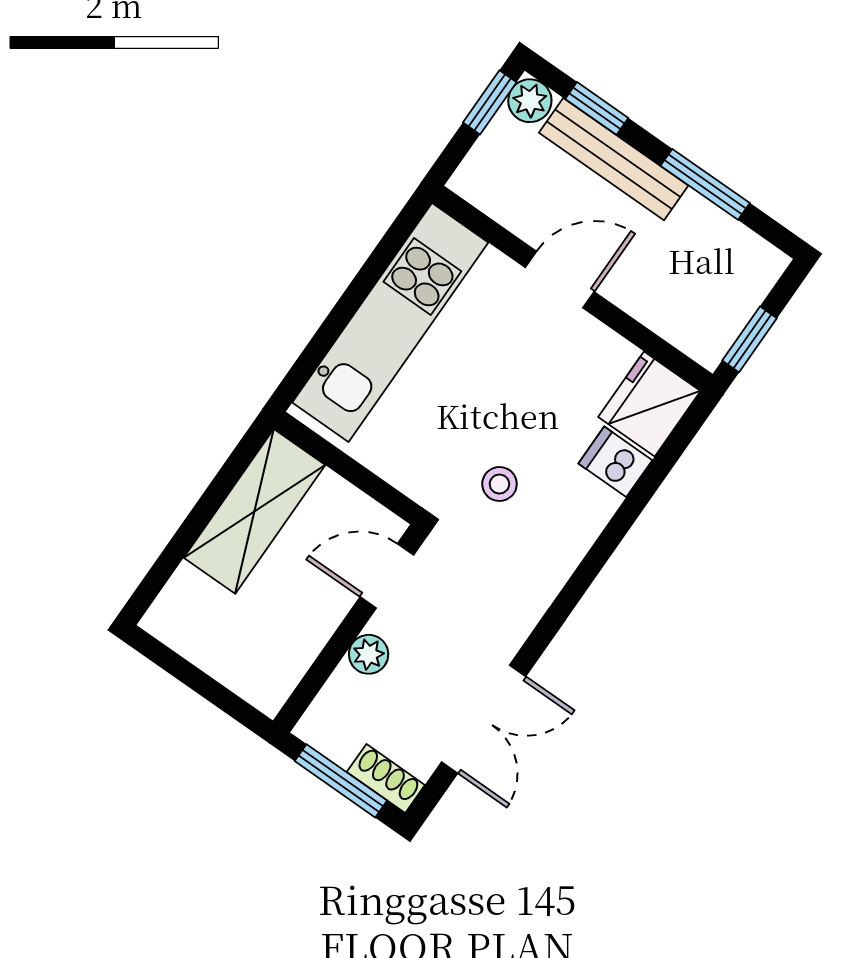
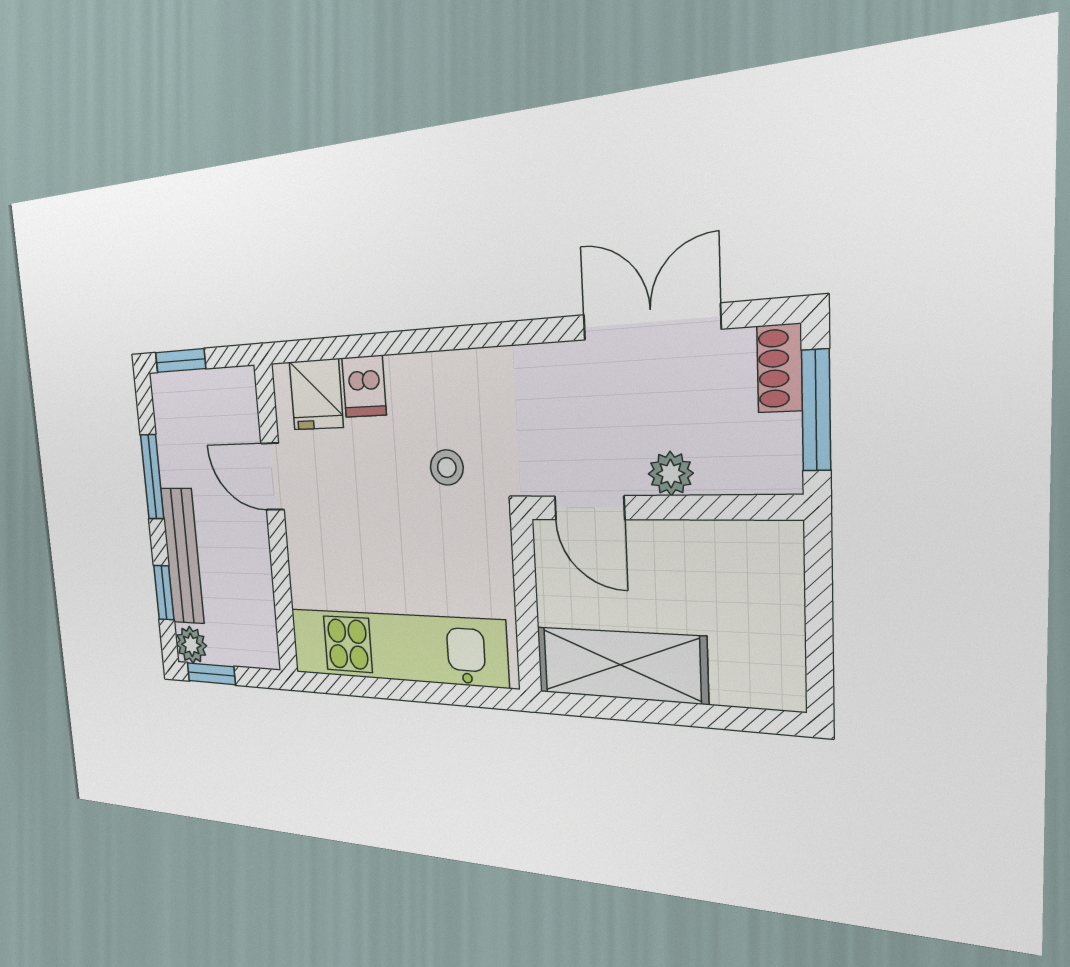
door: (560, 280) -> (272, 477), moved
window: (749, 339) -> (180, 361), moved
fridge: (649, 404) -> (316, 395), width x0.72

